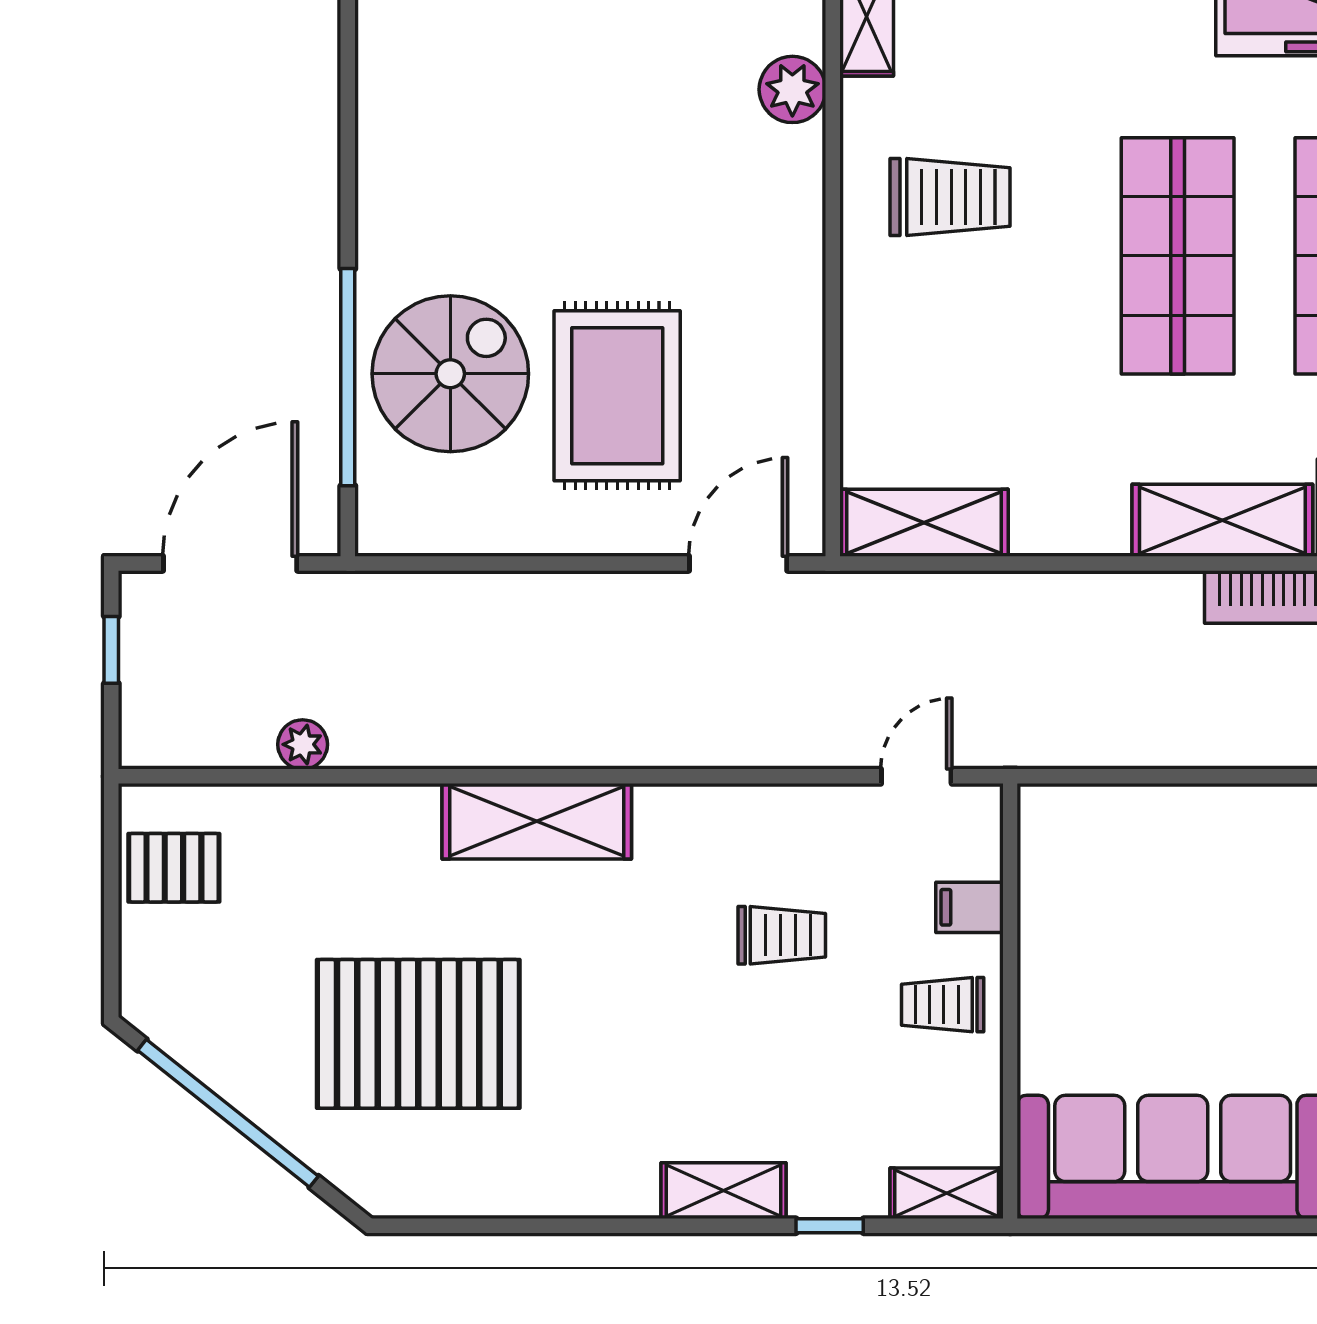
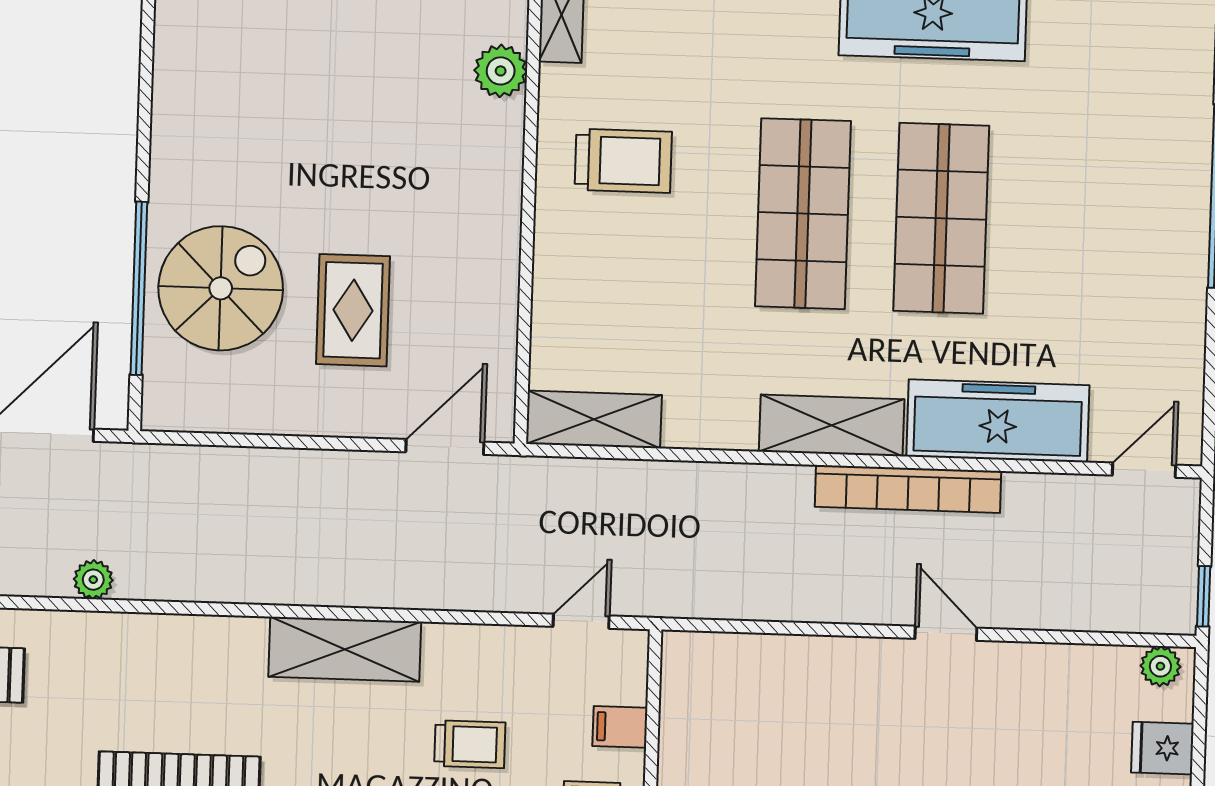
rug: (617, 396) -> (353, 310), width x0.73, depth x0.70
shelving: (537, 821) -> (345, 649), moved

